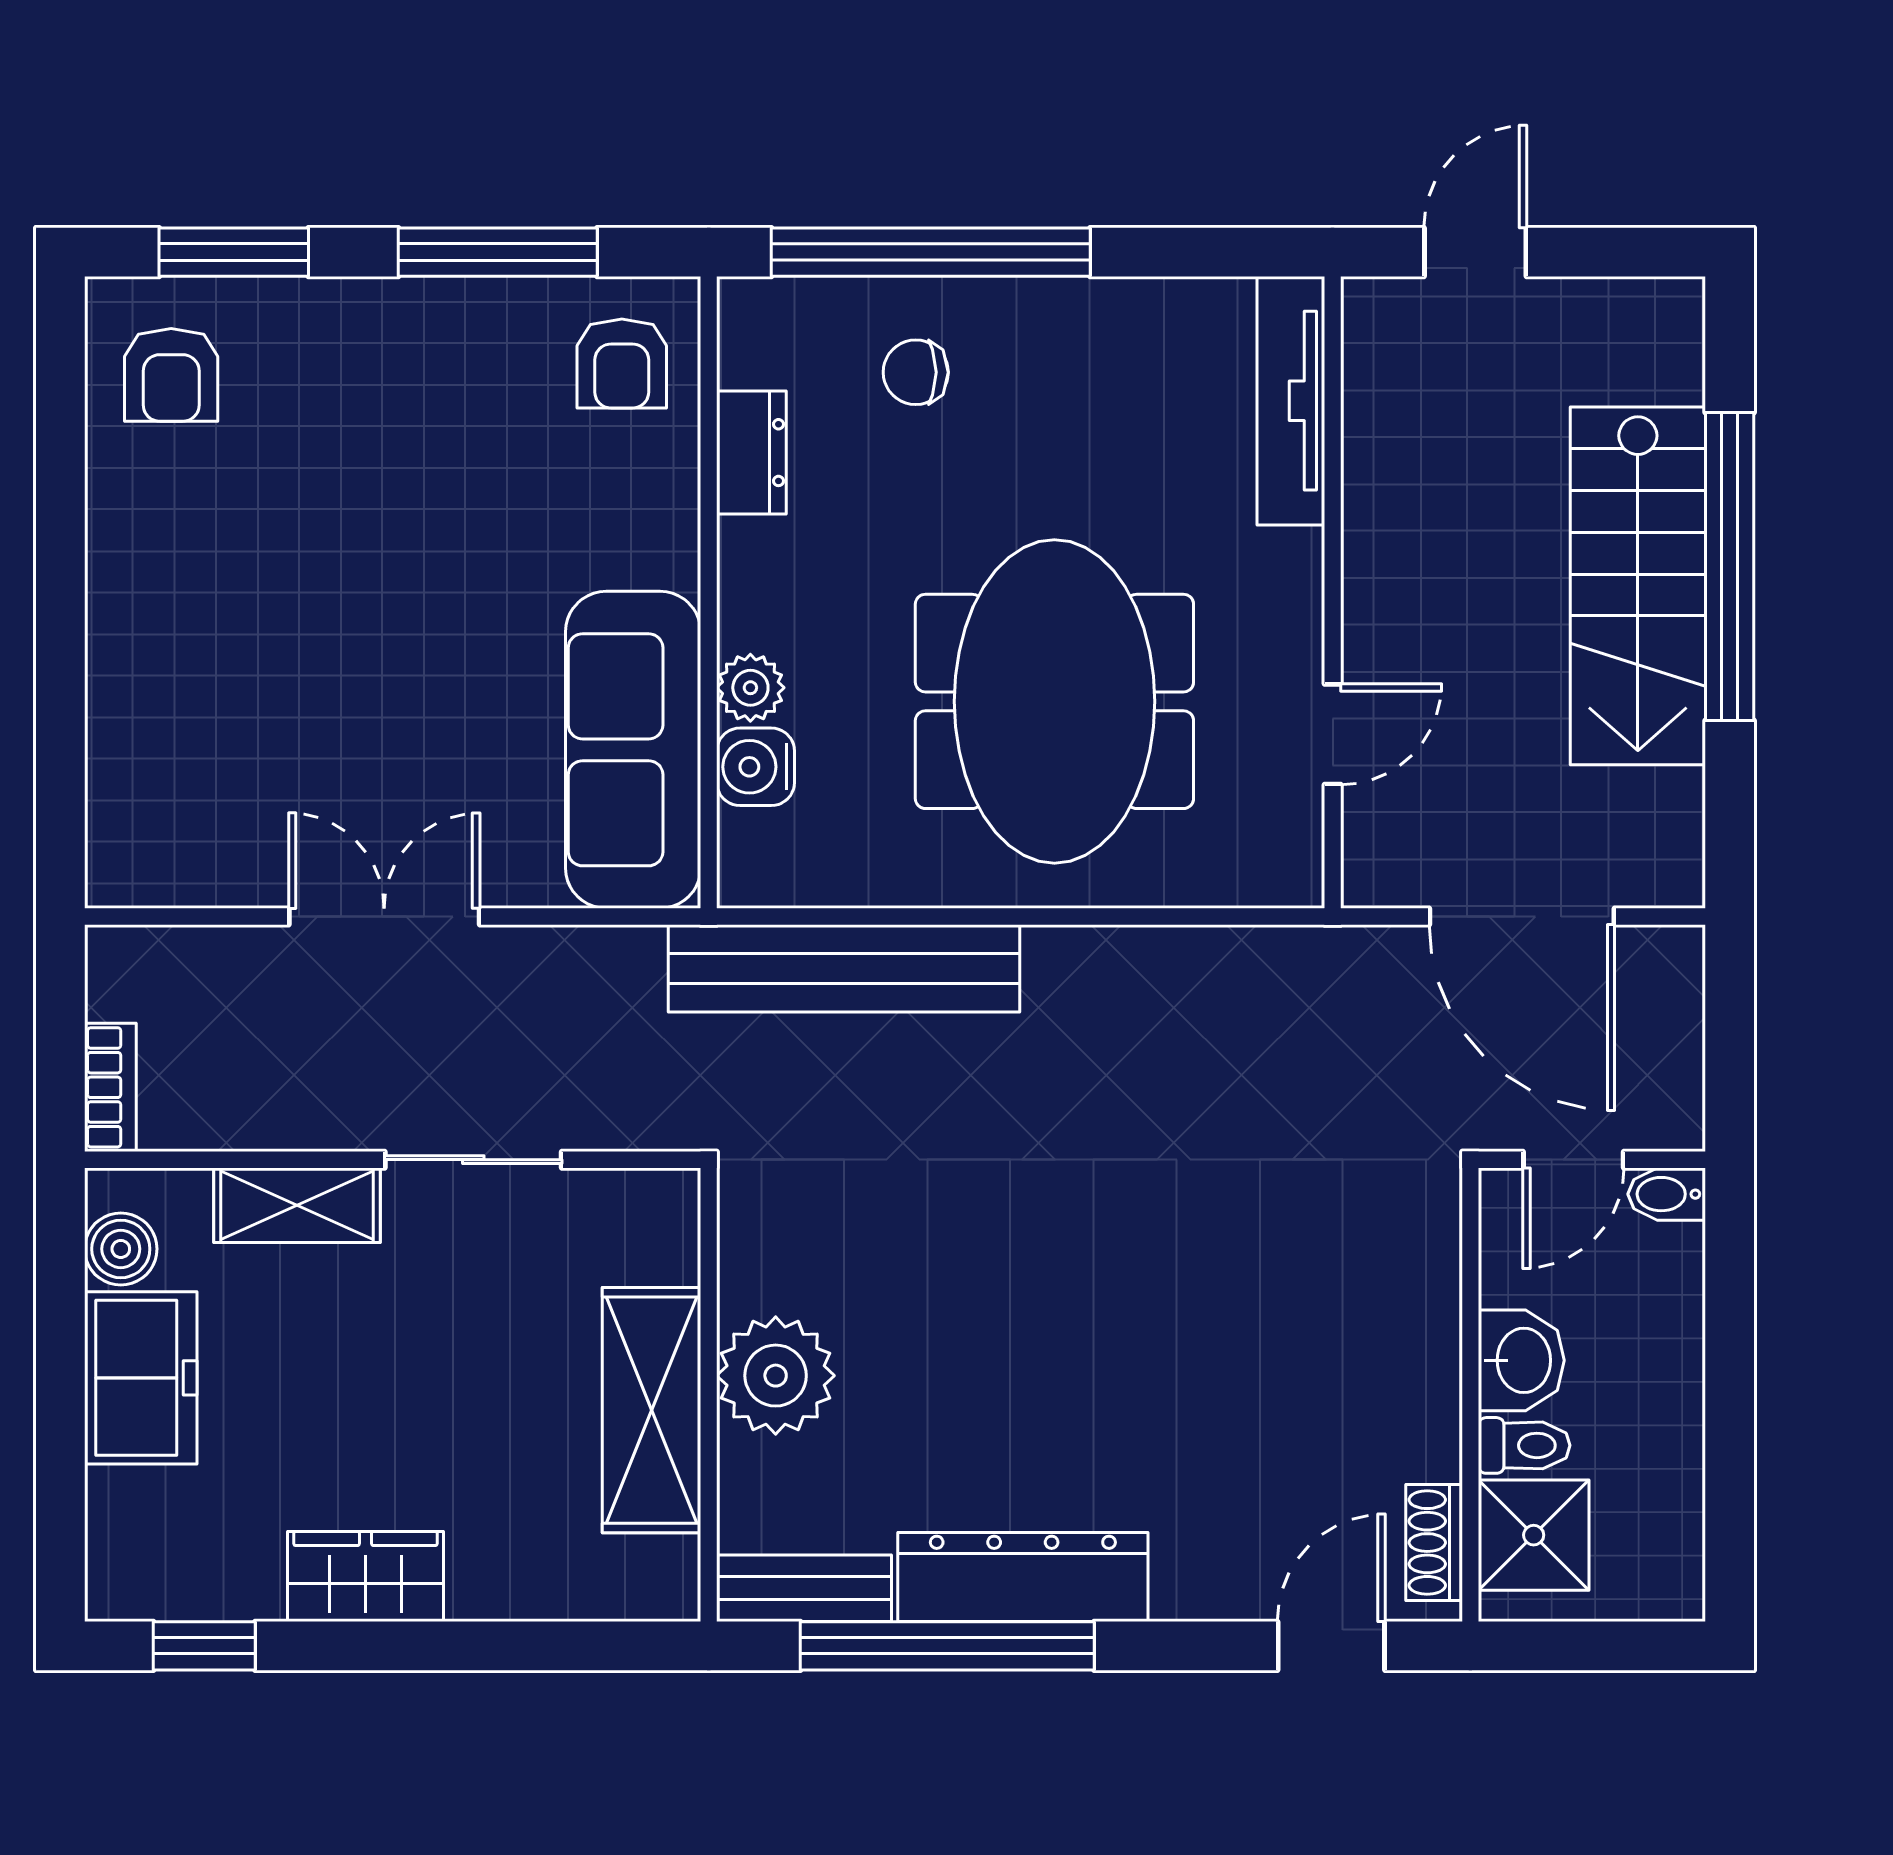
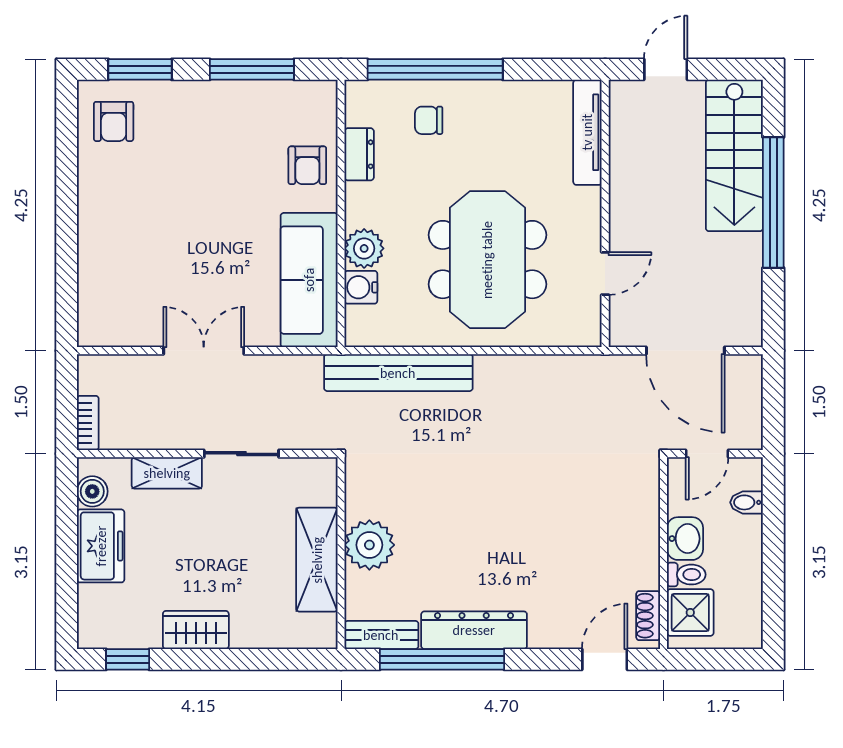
armchair: (622, 364) -> (307, 165), moved
stairs: (1638, 586) -> (734, 155), moved
plant: (750, 688) -> (364, 248), width x1.38, depth x1.38
bidet: (1667, 1194) -> (747, 502), moved

